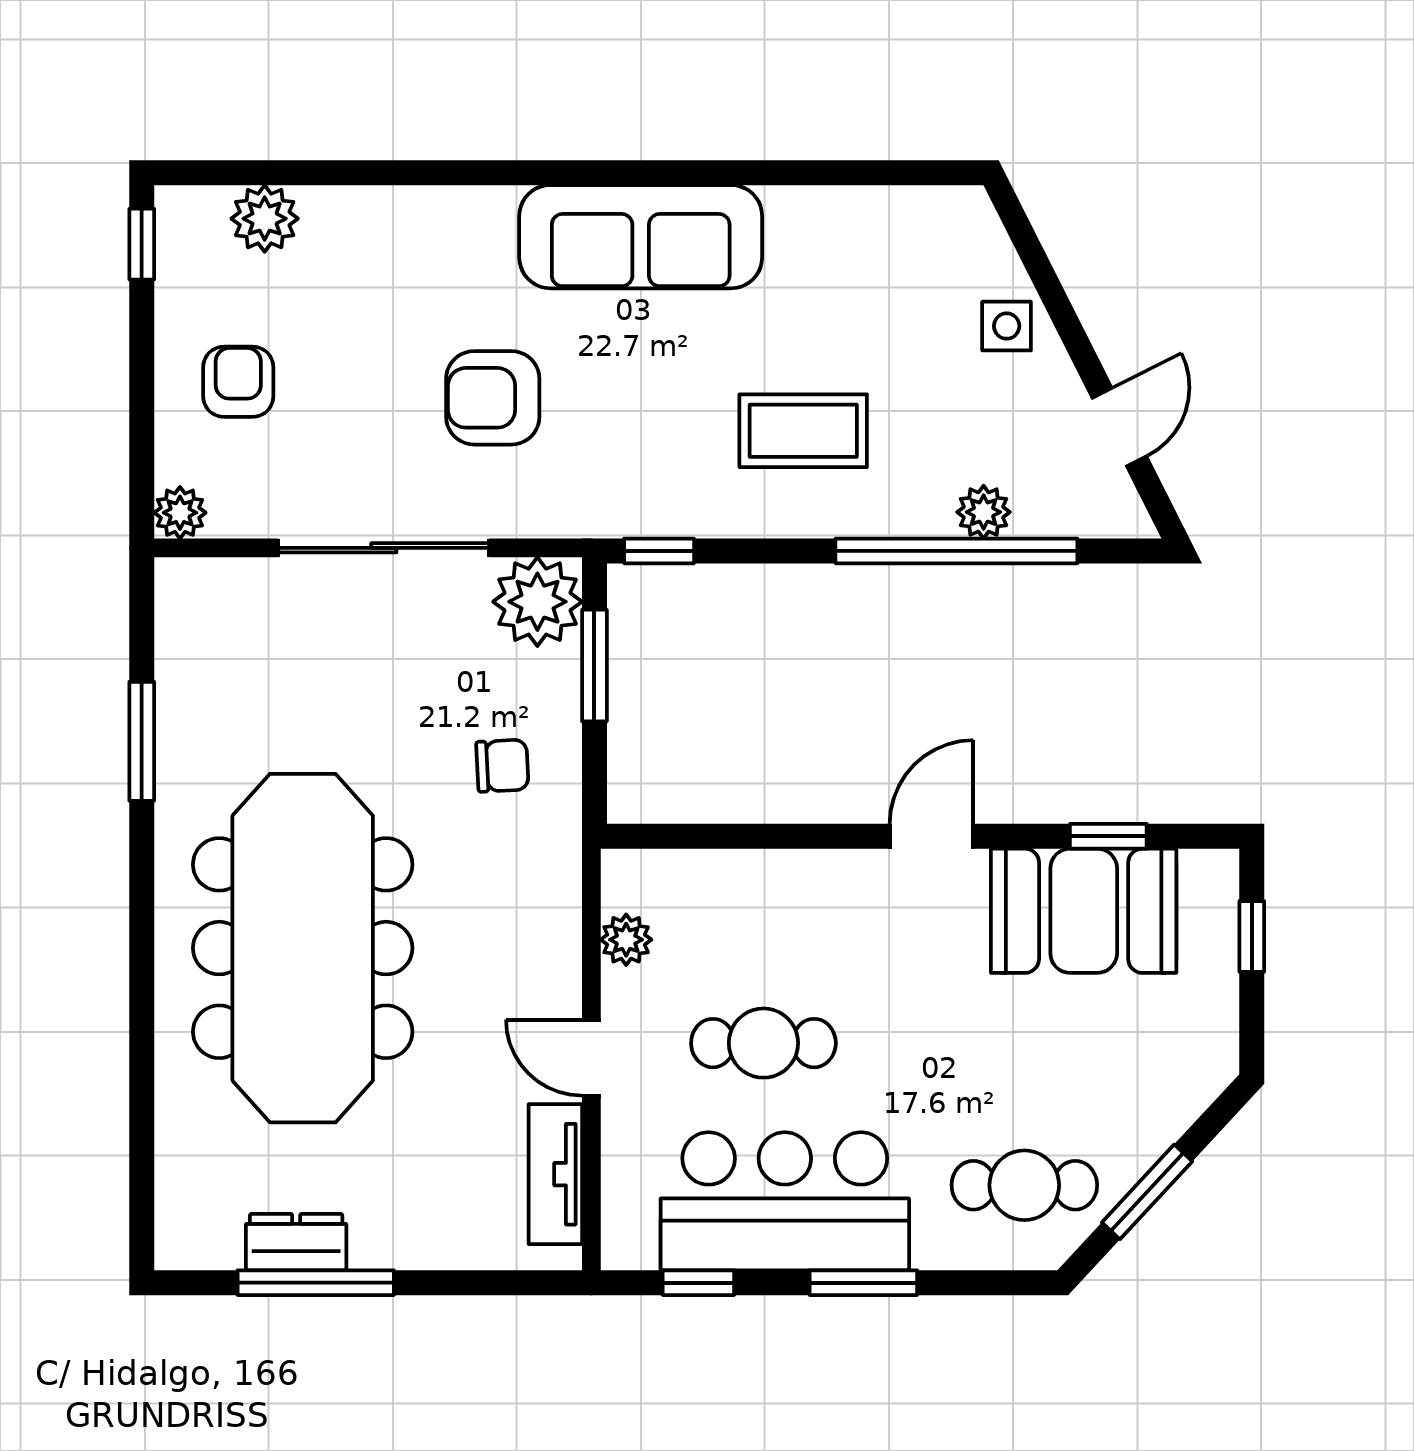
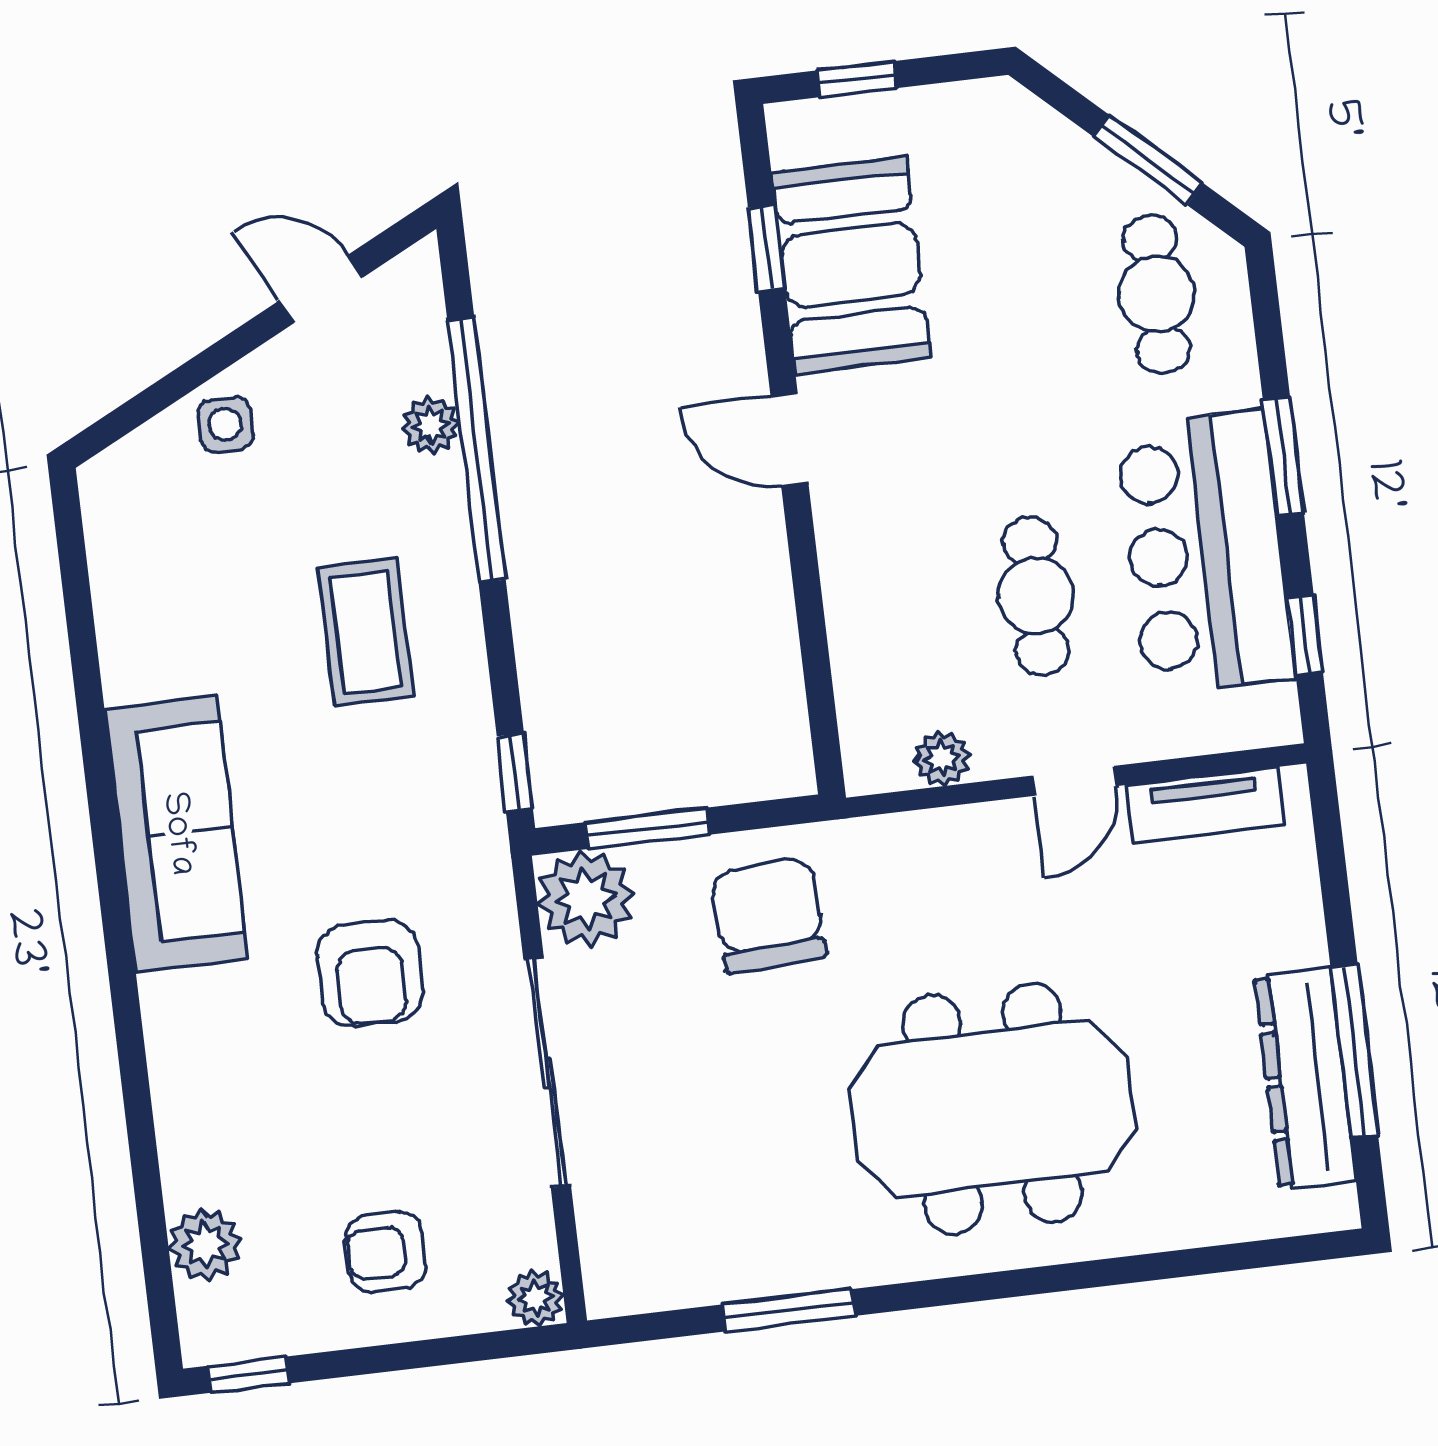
chair: (502, 766) -> (769, 915), width x1.87, depth x1.87
meeting table: (303, 948) -> (993, 1109), width x0.73
dresser: (296, 1242) -> (1305, 1079), width x1.96, depth x1.24

